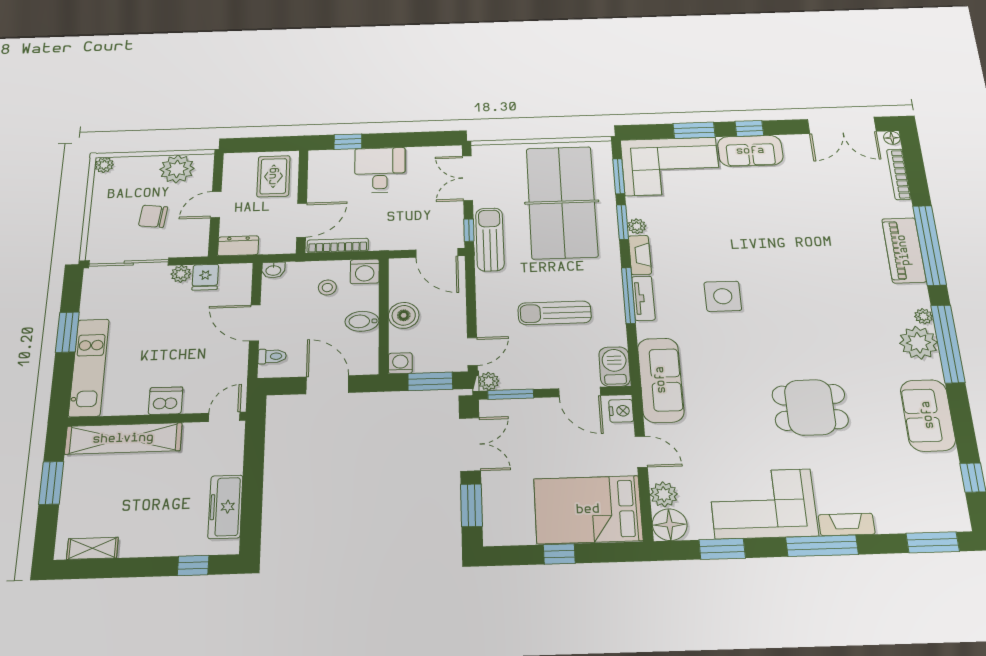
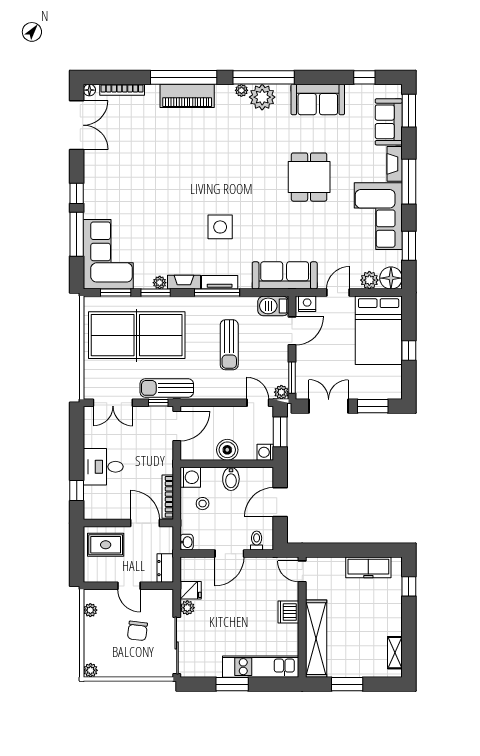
window: (694, 130) -> (77, 234), width x1.44
sofa: (750, 151) -> (389, 122), moved, turned 180
plant: (177, 169) -> (90, 610), width x0.53, depth x0.53

